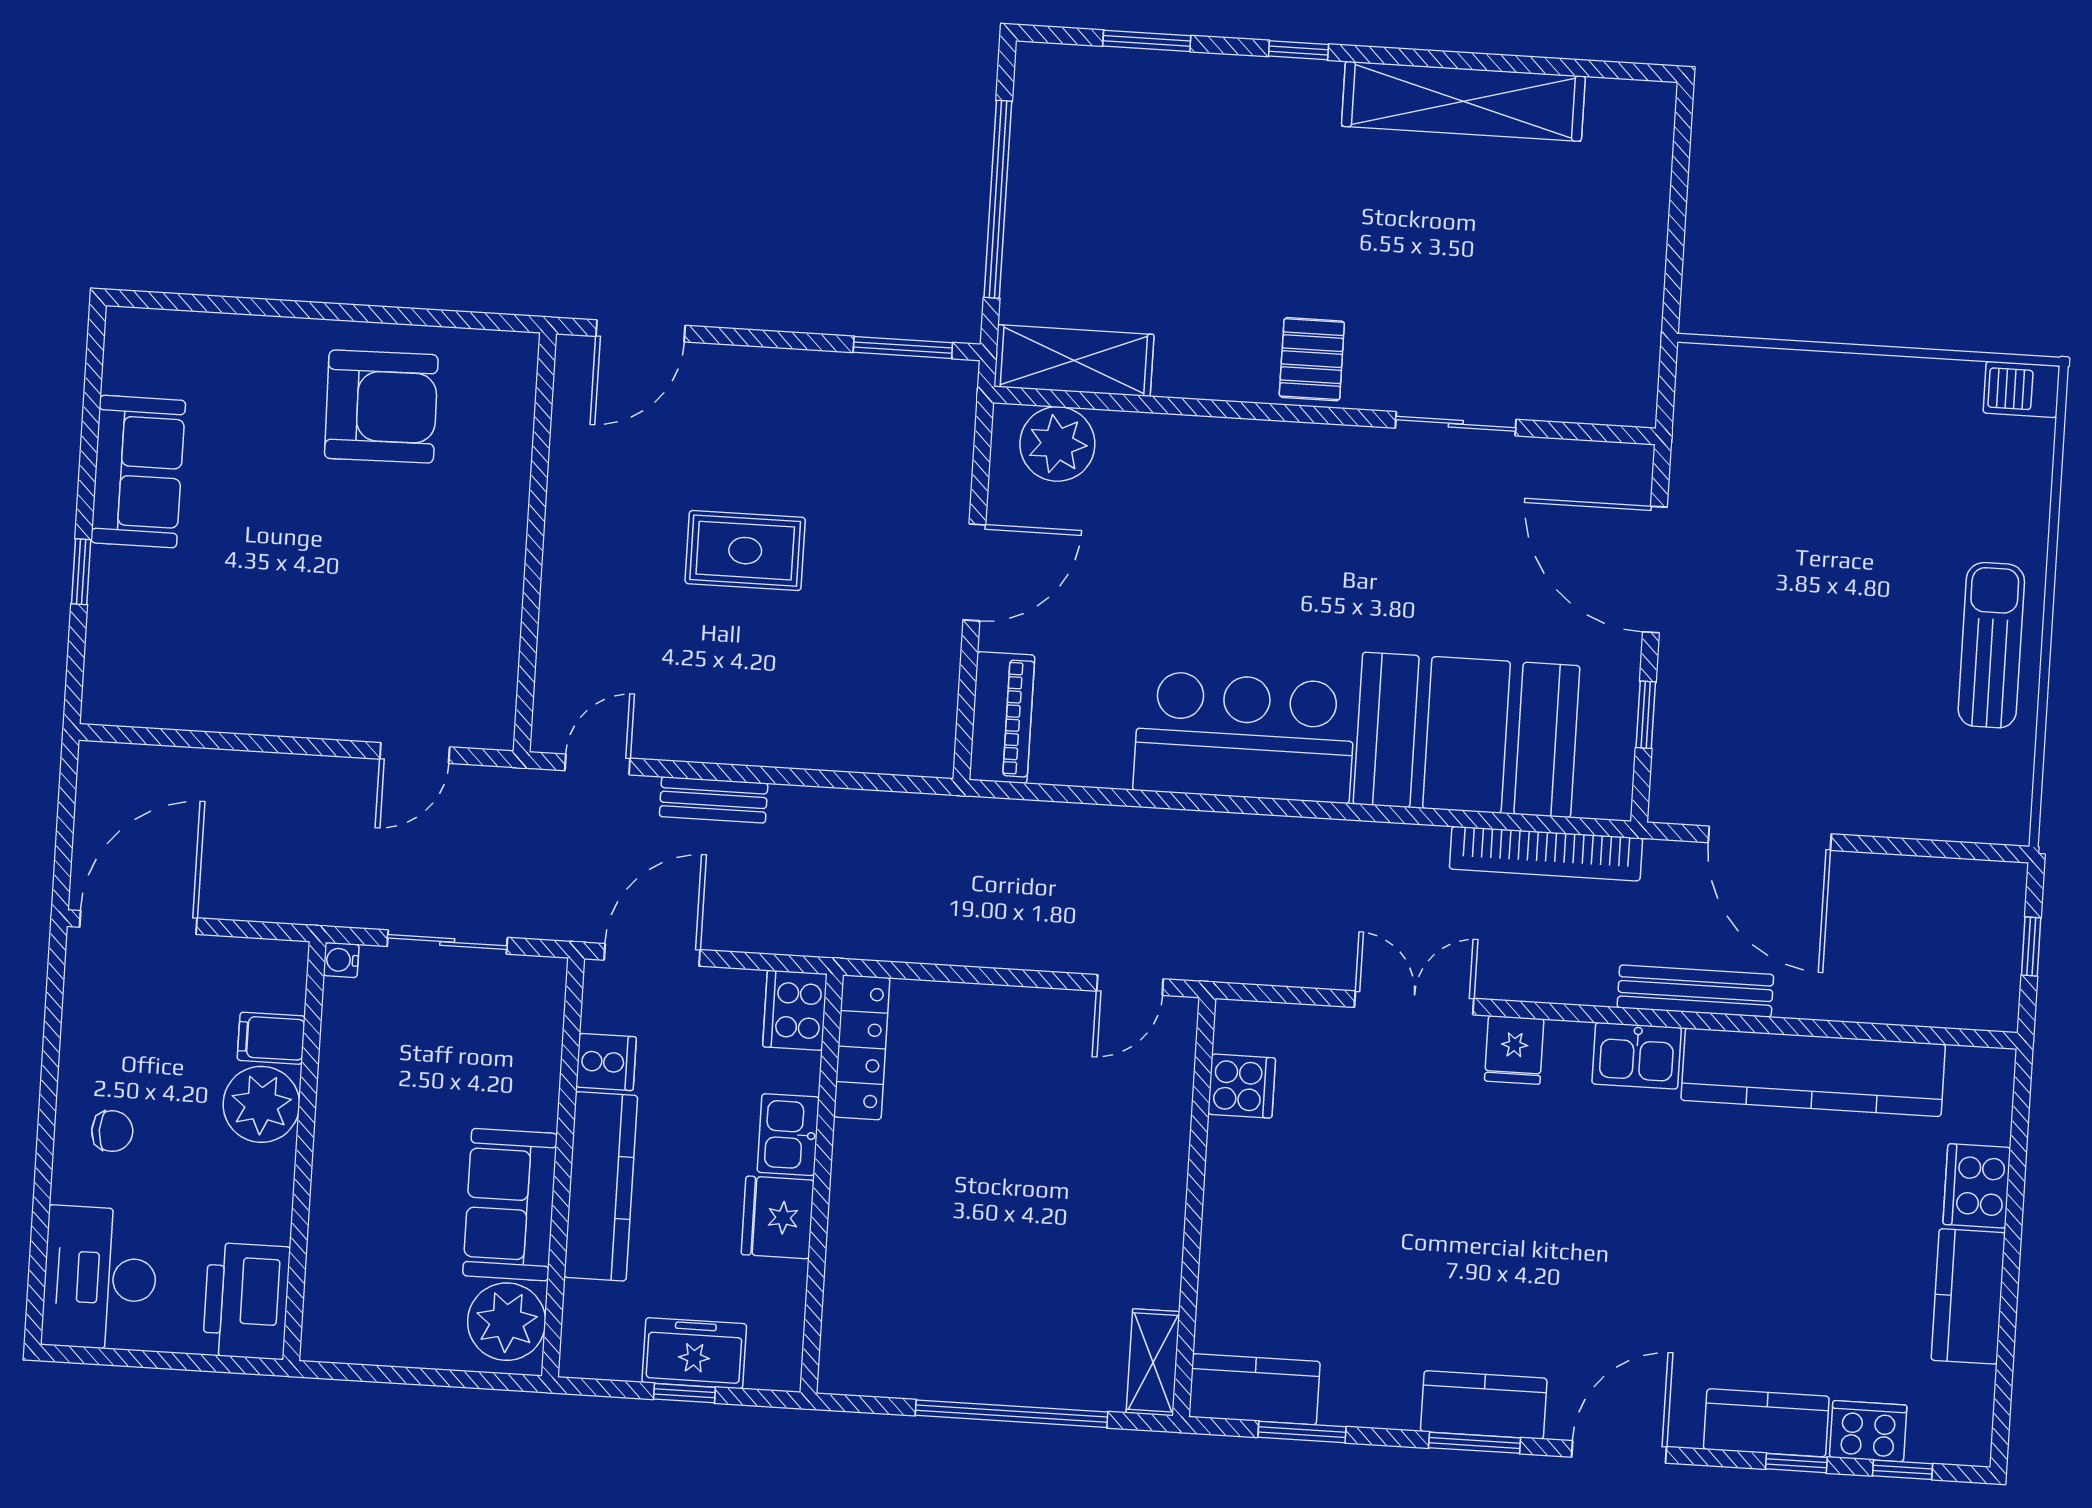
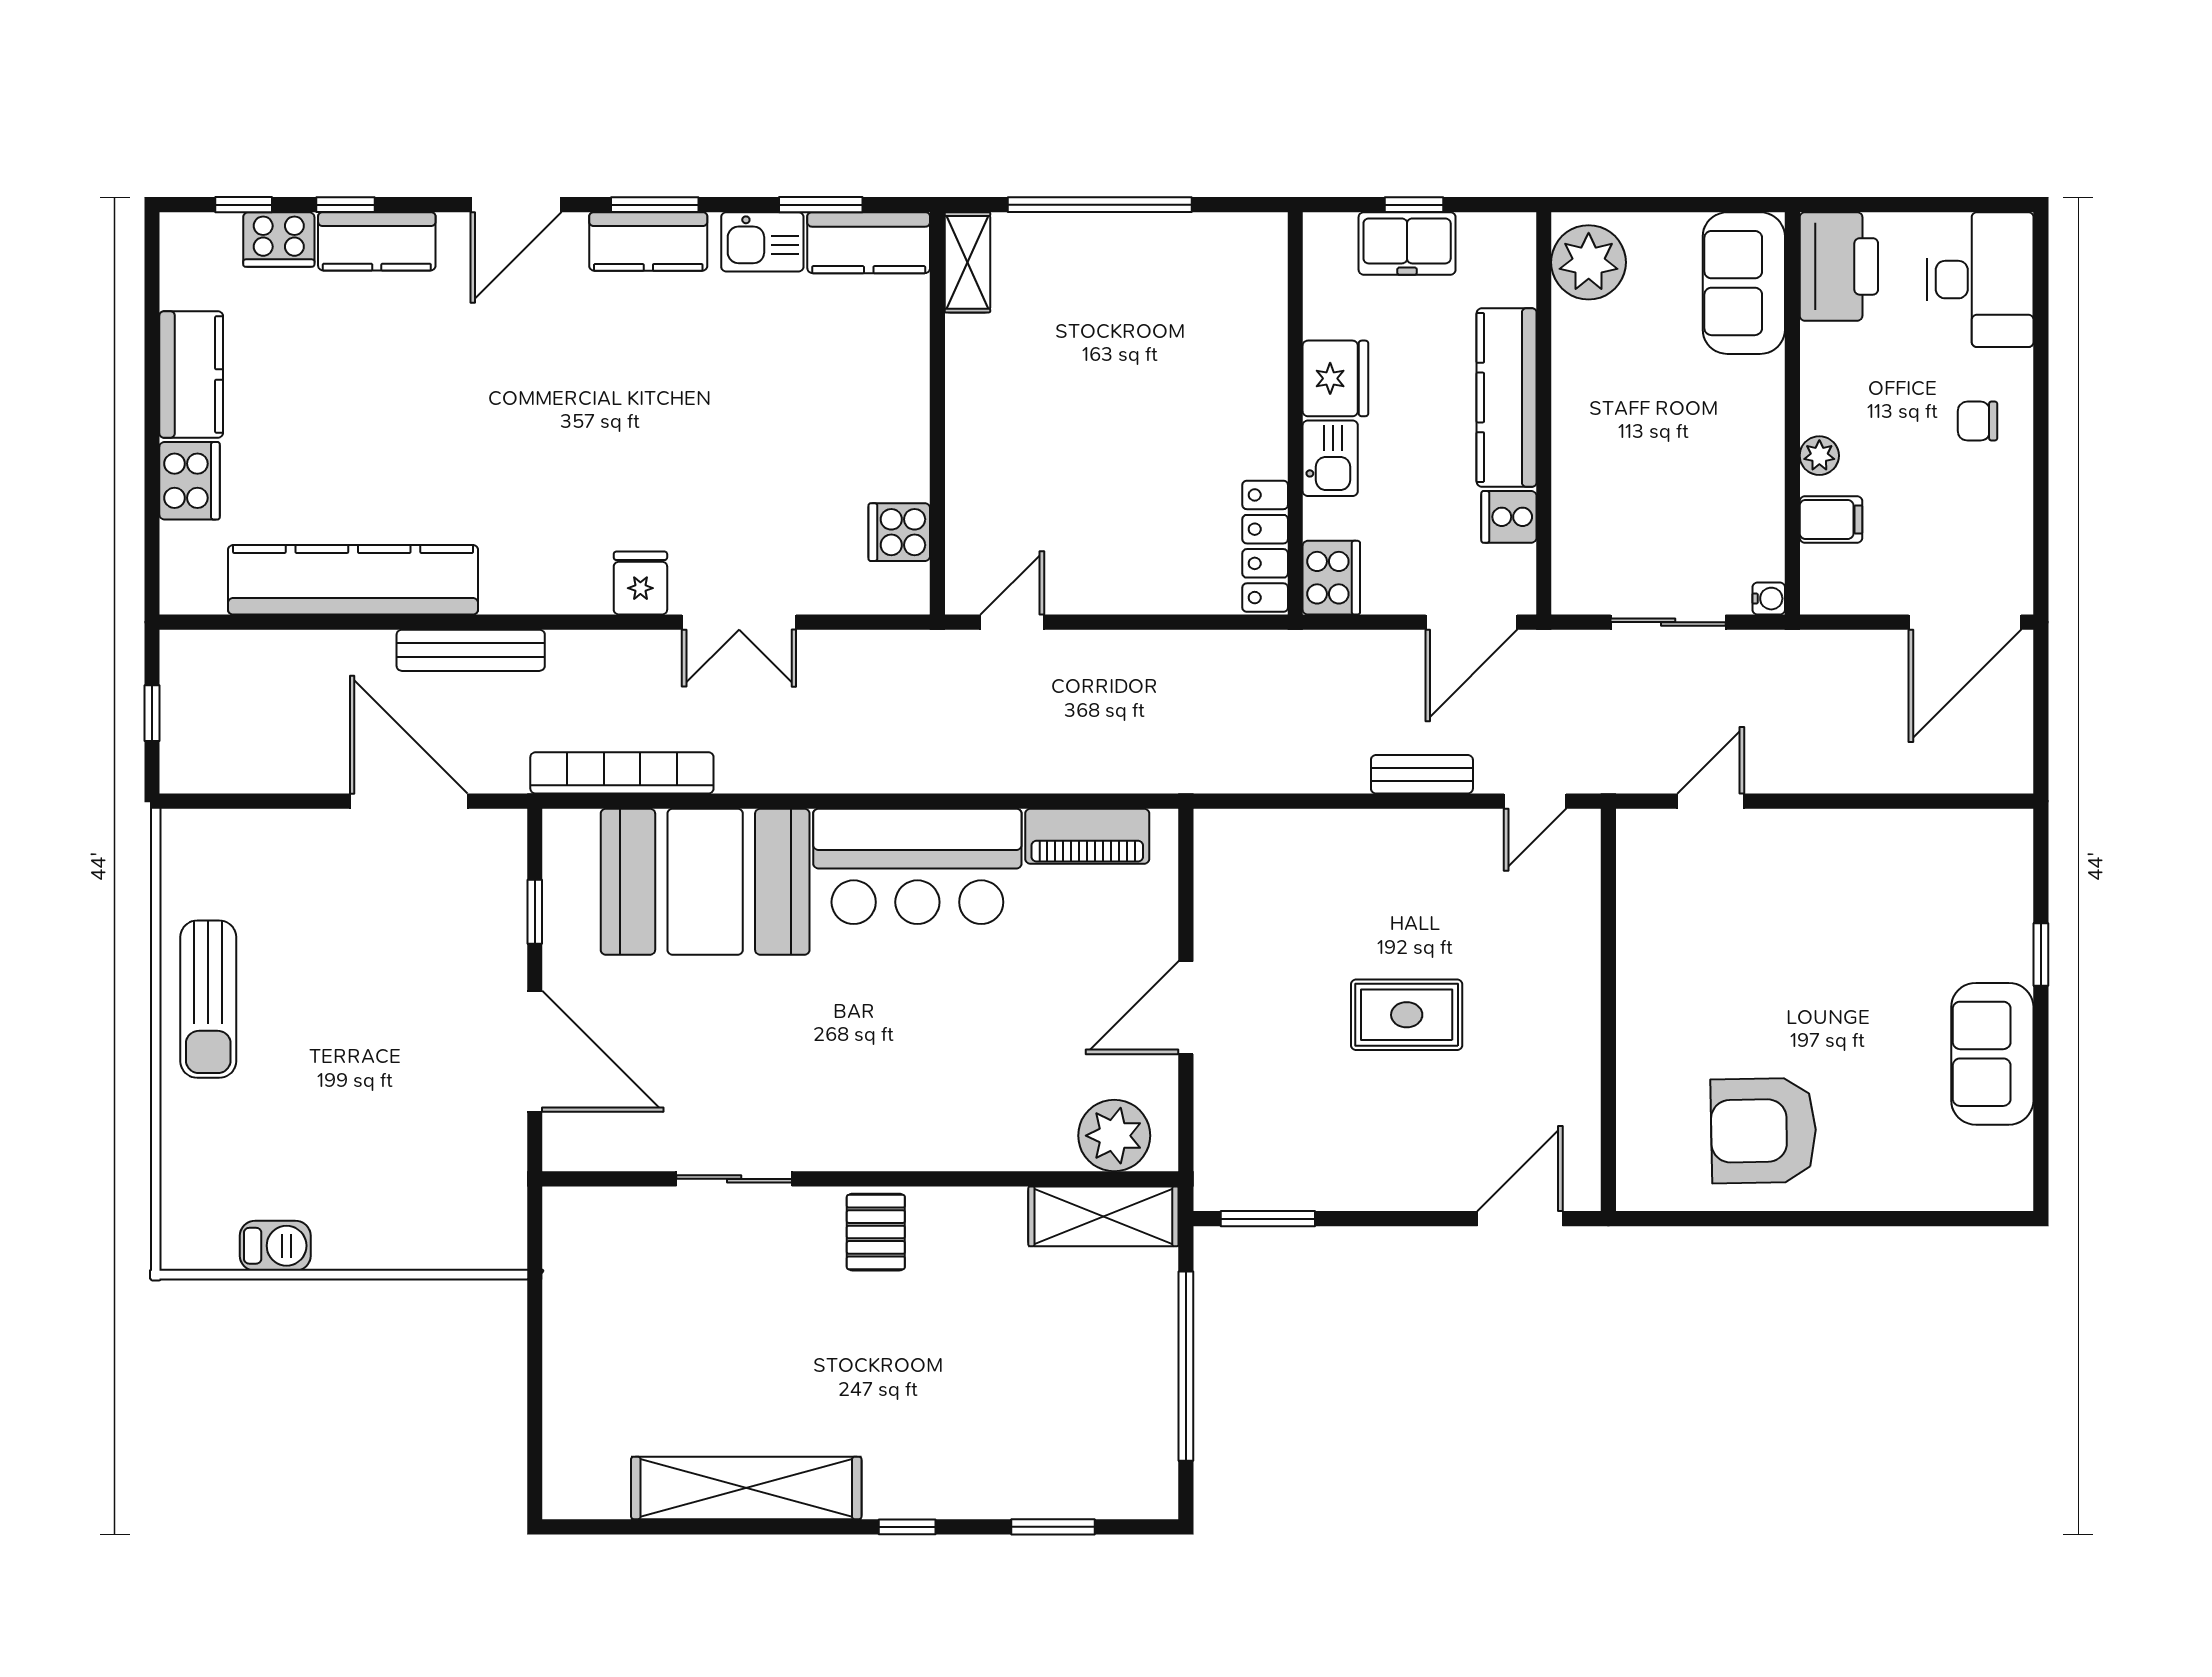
barbecue: (2021, 389) -> (275, 1246), moved
piano: (1002, 717) -> (1087, 836), moved, turned -90
kitchen sink: (1637, 1056) -> (762, 242), moved, turned 180
plant: (261, 1104) -> (1819, 456), width x0.53, depth x0.53
sofa: (510, 1205) -> (1744, 283), moved, turned 180

